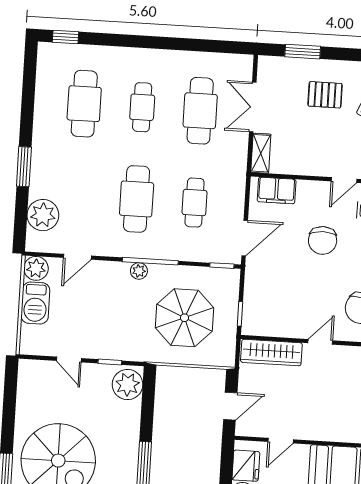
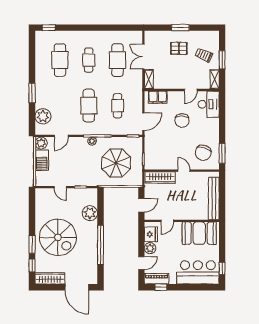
window: (303, 52) -> (180, 28), moved
door: (320, 342) -> (184, 171), hinge flipped
plant: (128, 385) -> (90, 213), moved

